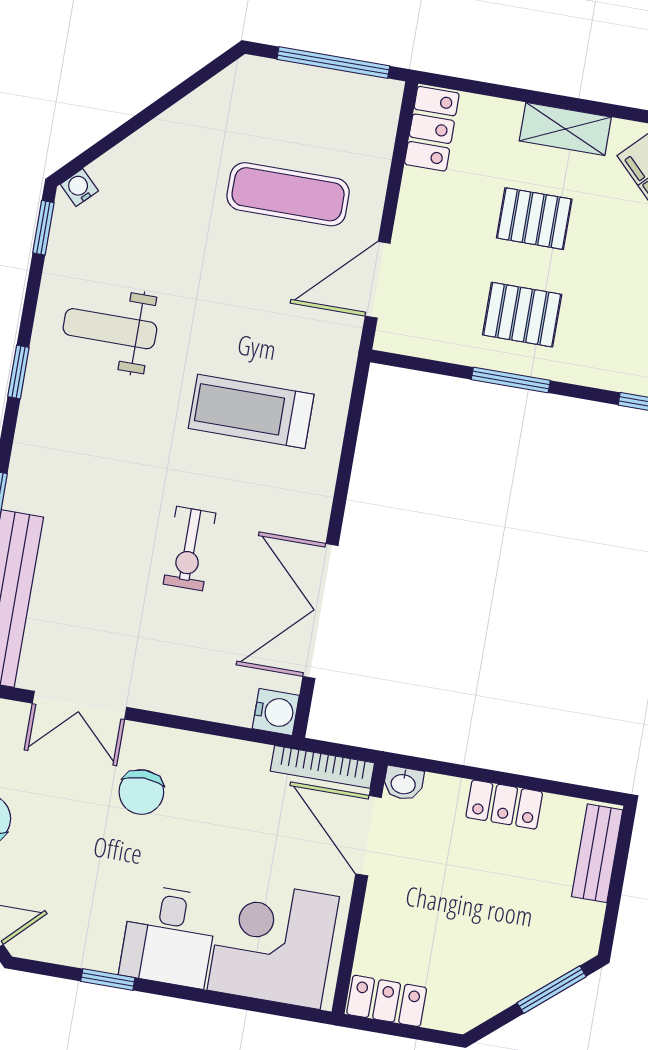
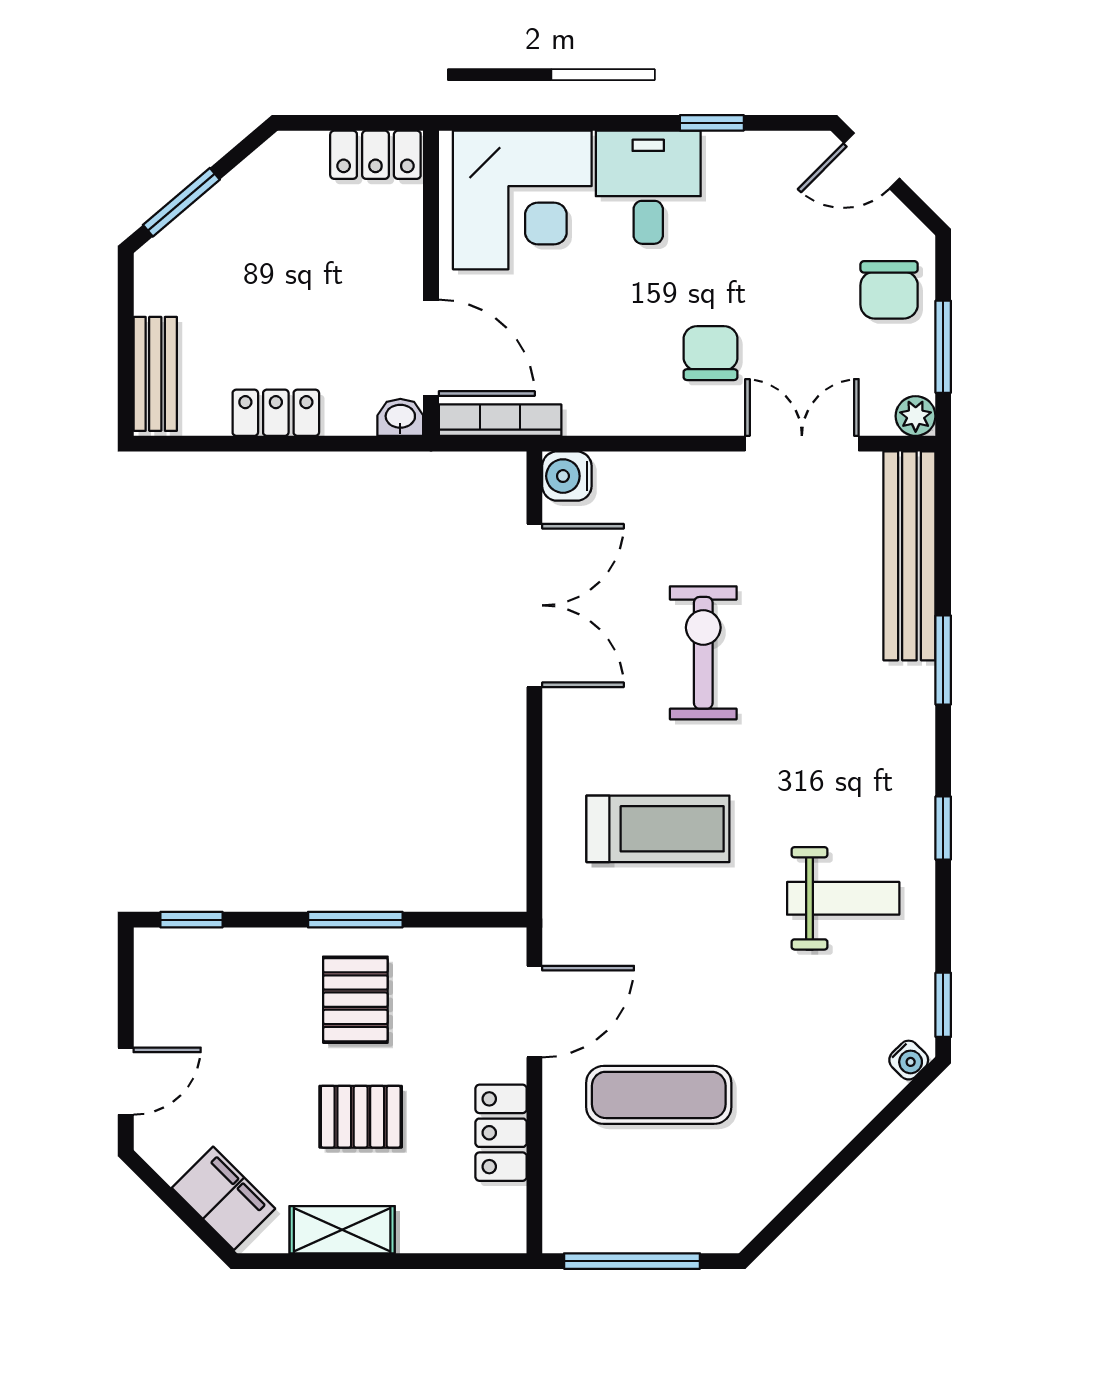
locker: (432, 129) -> (501, 1133), moved
pallet: (522, 315) -> (355, 1000), turned 90
exercise bike: (189, 549) -> (703, 653), width x1.38, depth x1.39

